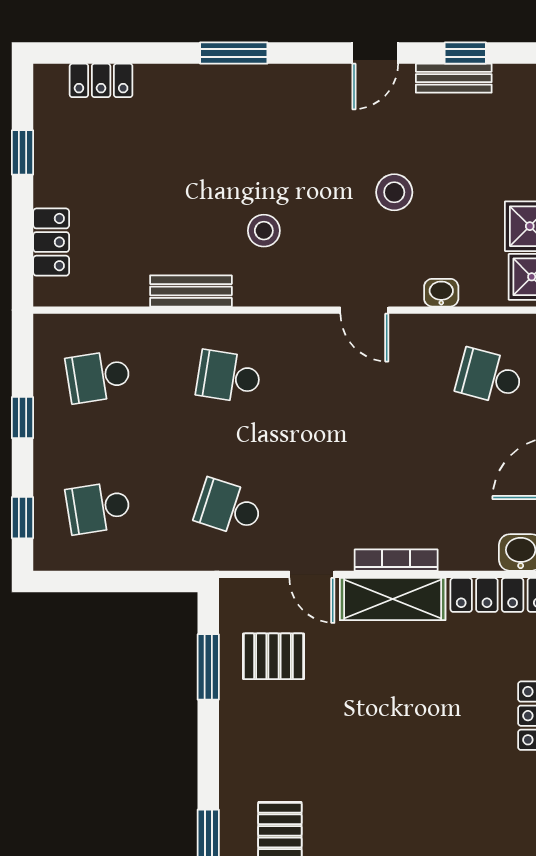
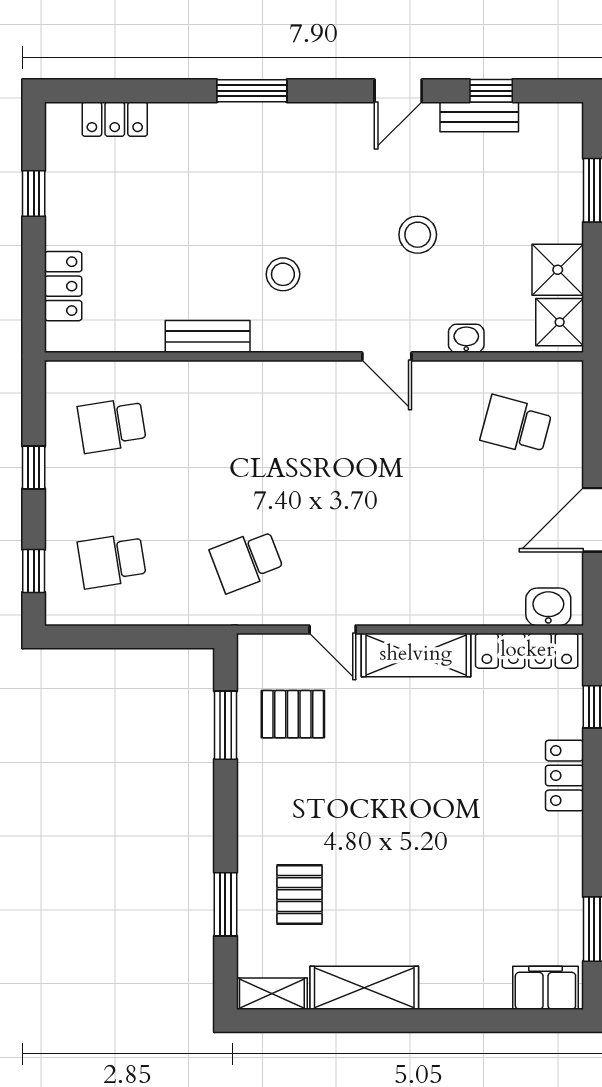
school desk: (229, 377) -> (247, 425), removed
school desk: (229, 508) -> (247, 561), turned -39
bookcase: (396, 560) -> (420, 615), removed

